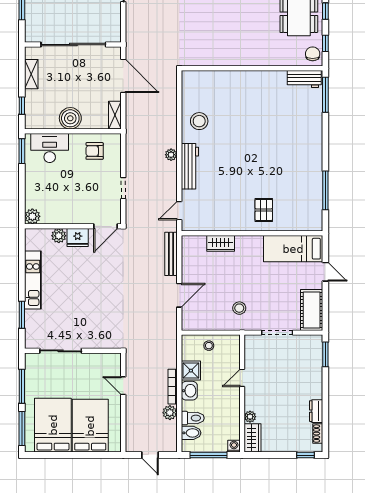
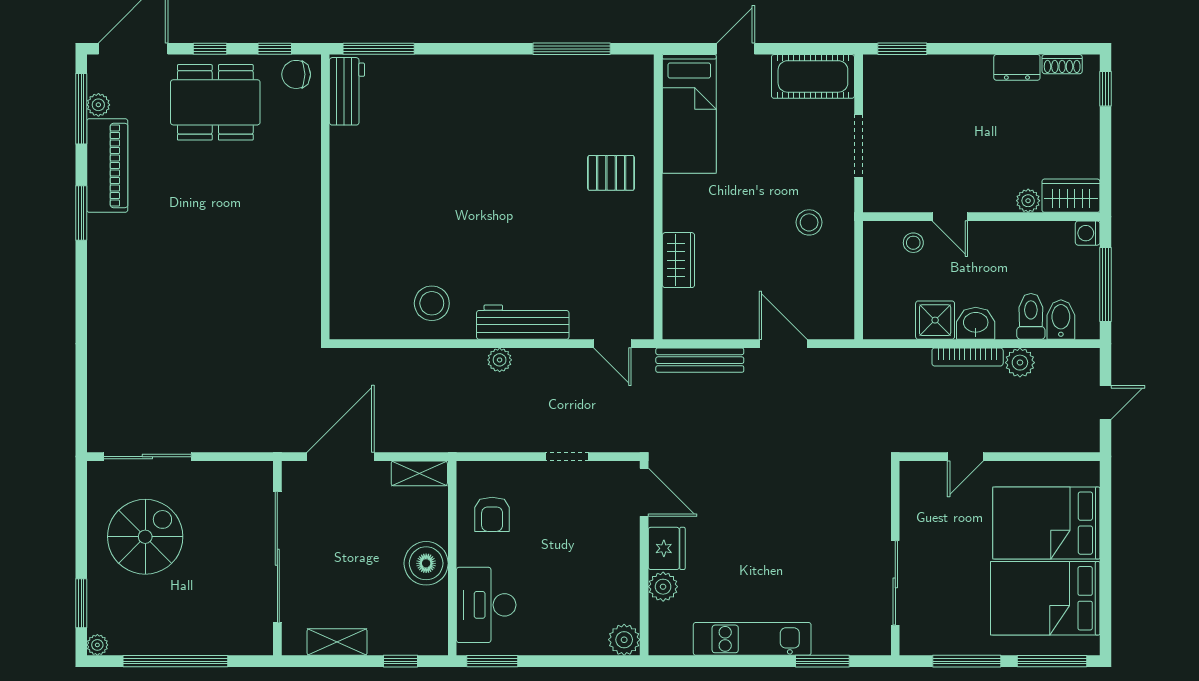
stool: (209, 346) -> (913, 243), moved

